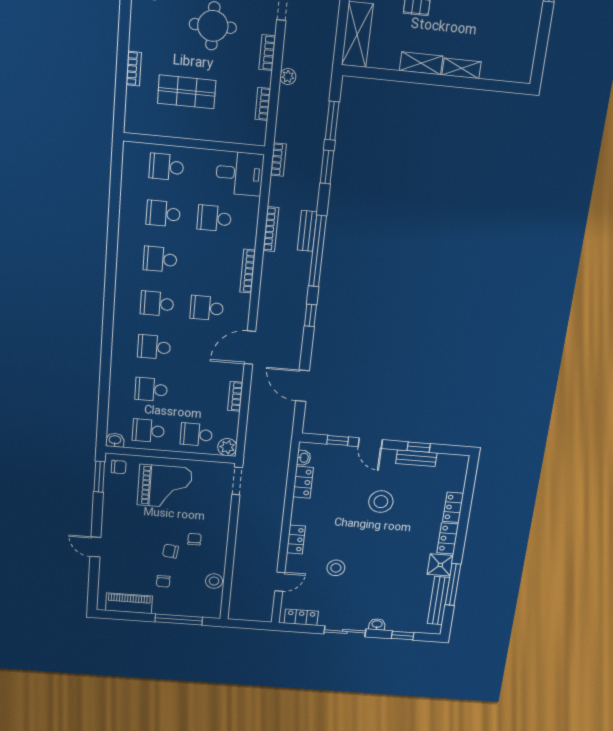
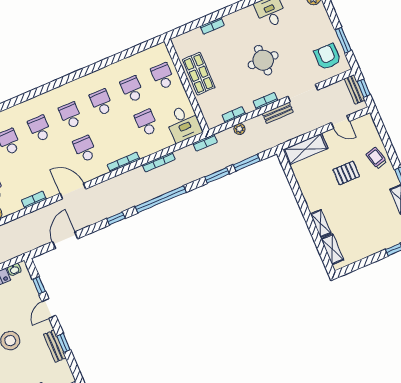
shelving: (421, 63) -> (332, 249), moved
plant: (288, 77) -> (239, 129), moved
shop shelf: (187, 92) -> (199, 74), moved
bench: (307, 231) -> (278, 113), moved

